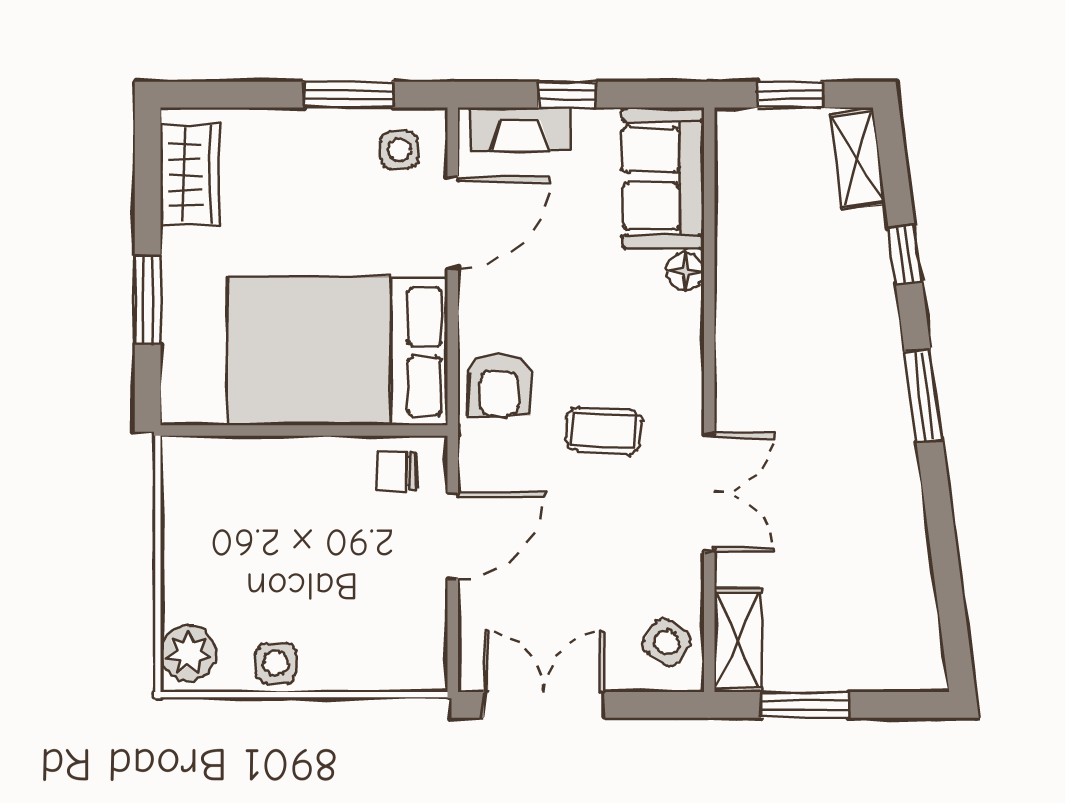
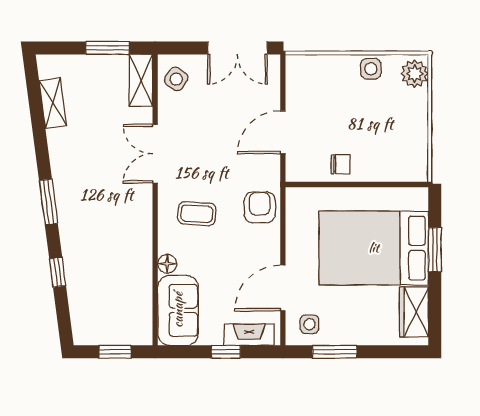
shelving: (858, 159) -> (53, 103), moved
bed: (338, 351) -> (374, 248), moved, turned 180
coffee table: (604, 431) -> (197, 214), moved
chair: (397, 471) -> (341, 164), moved

